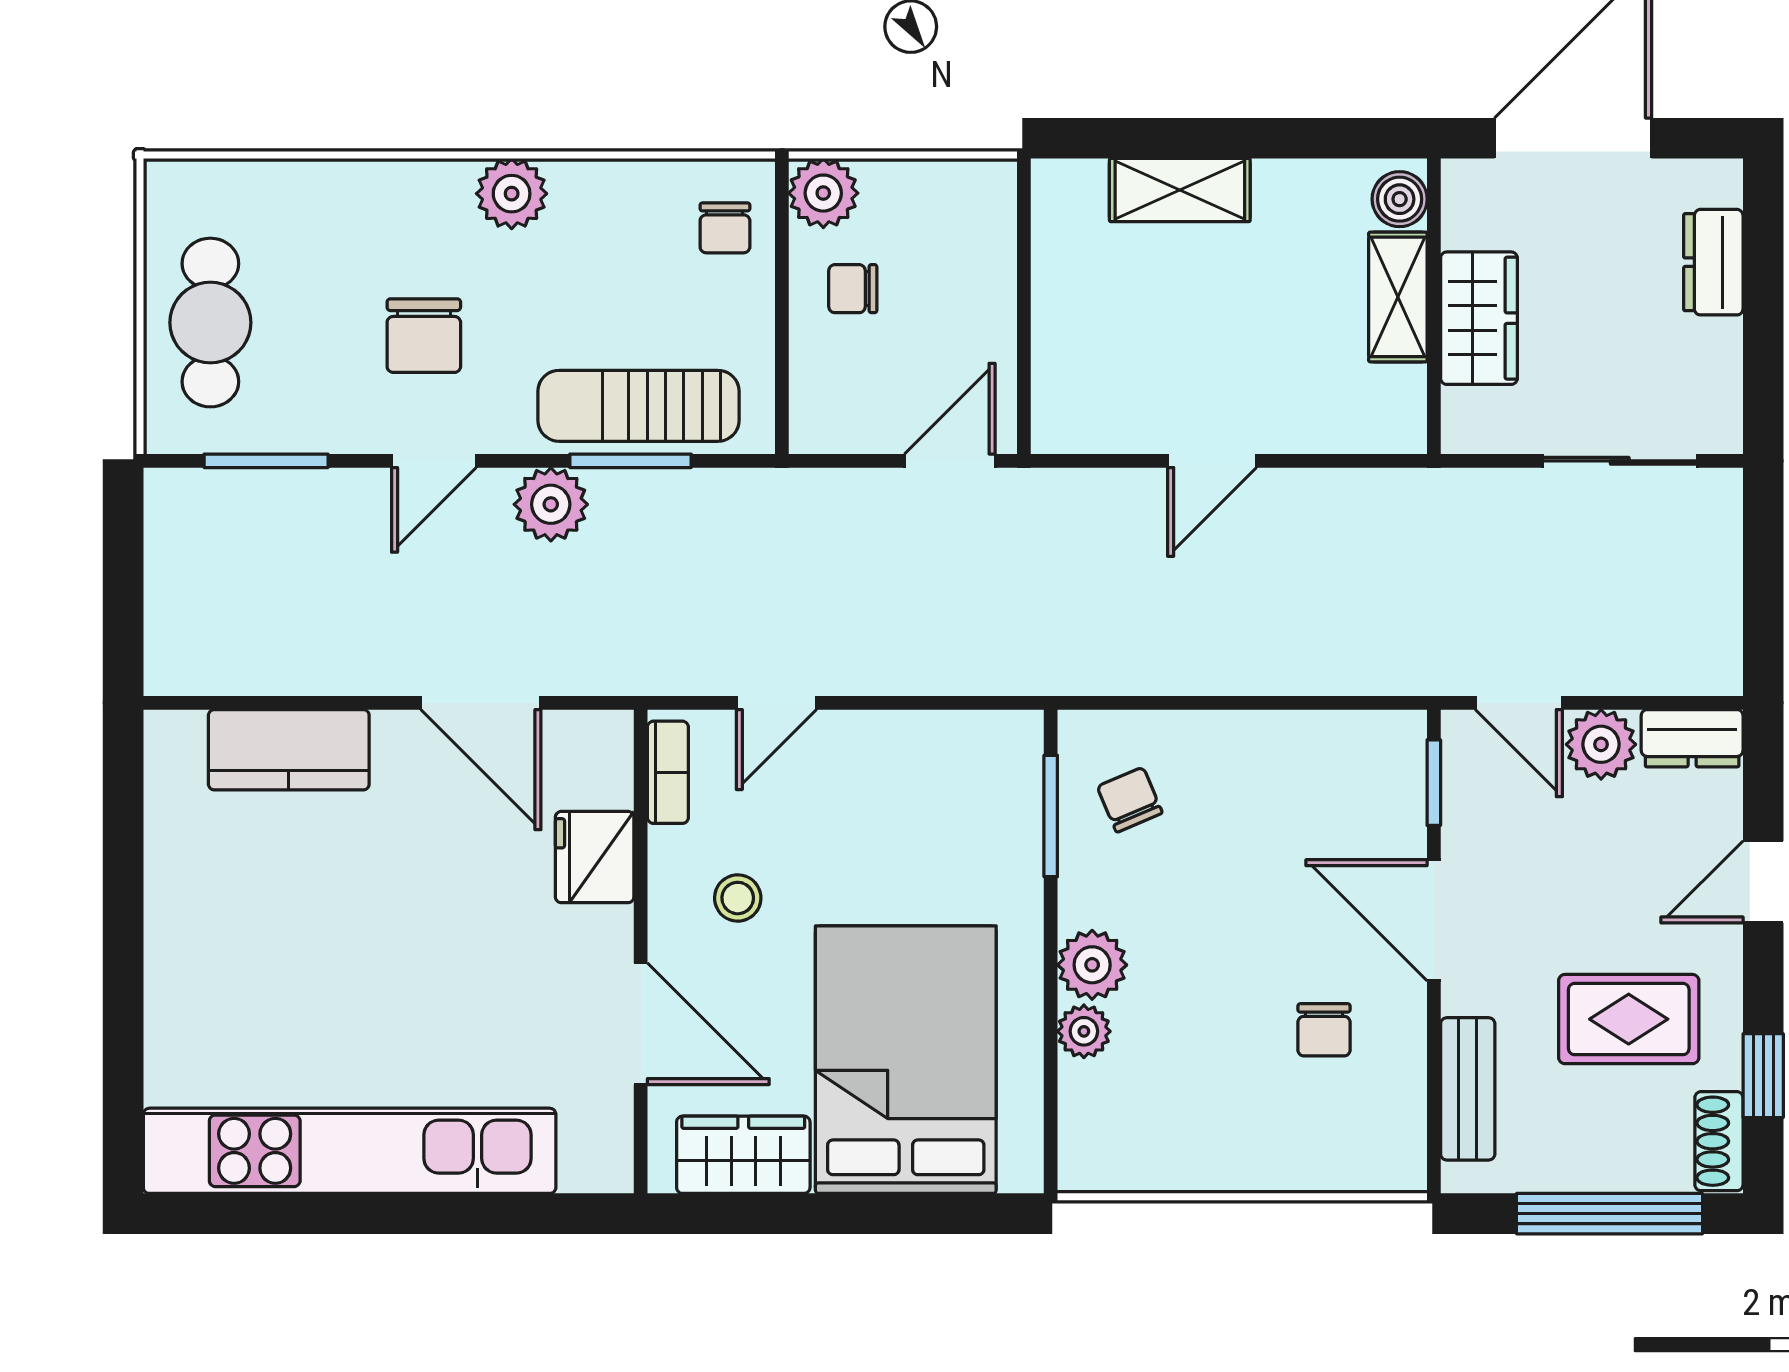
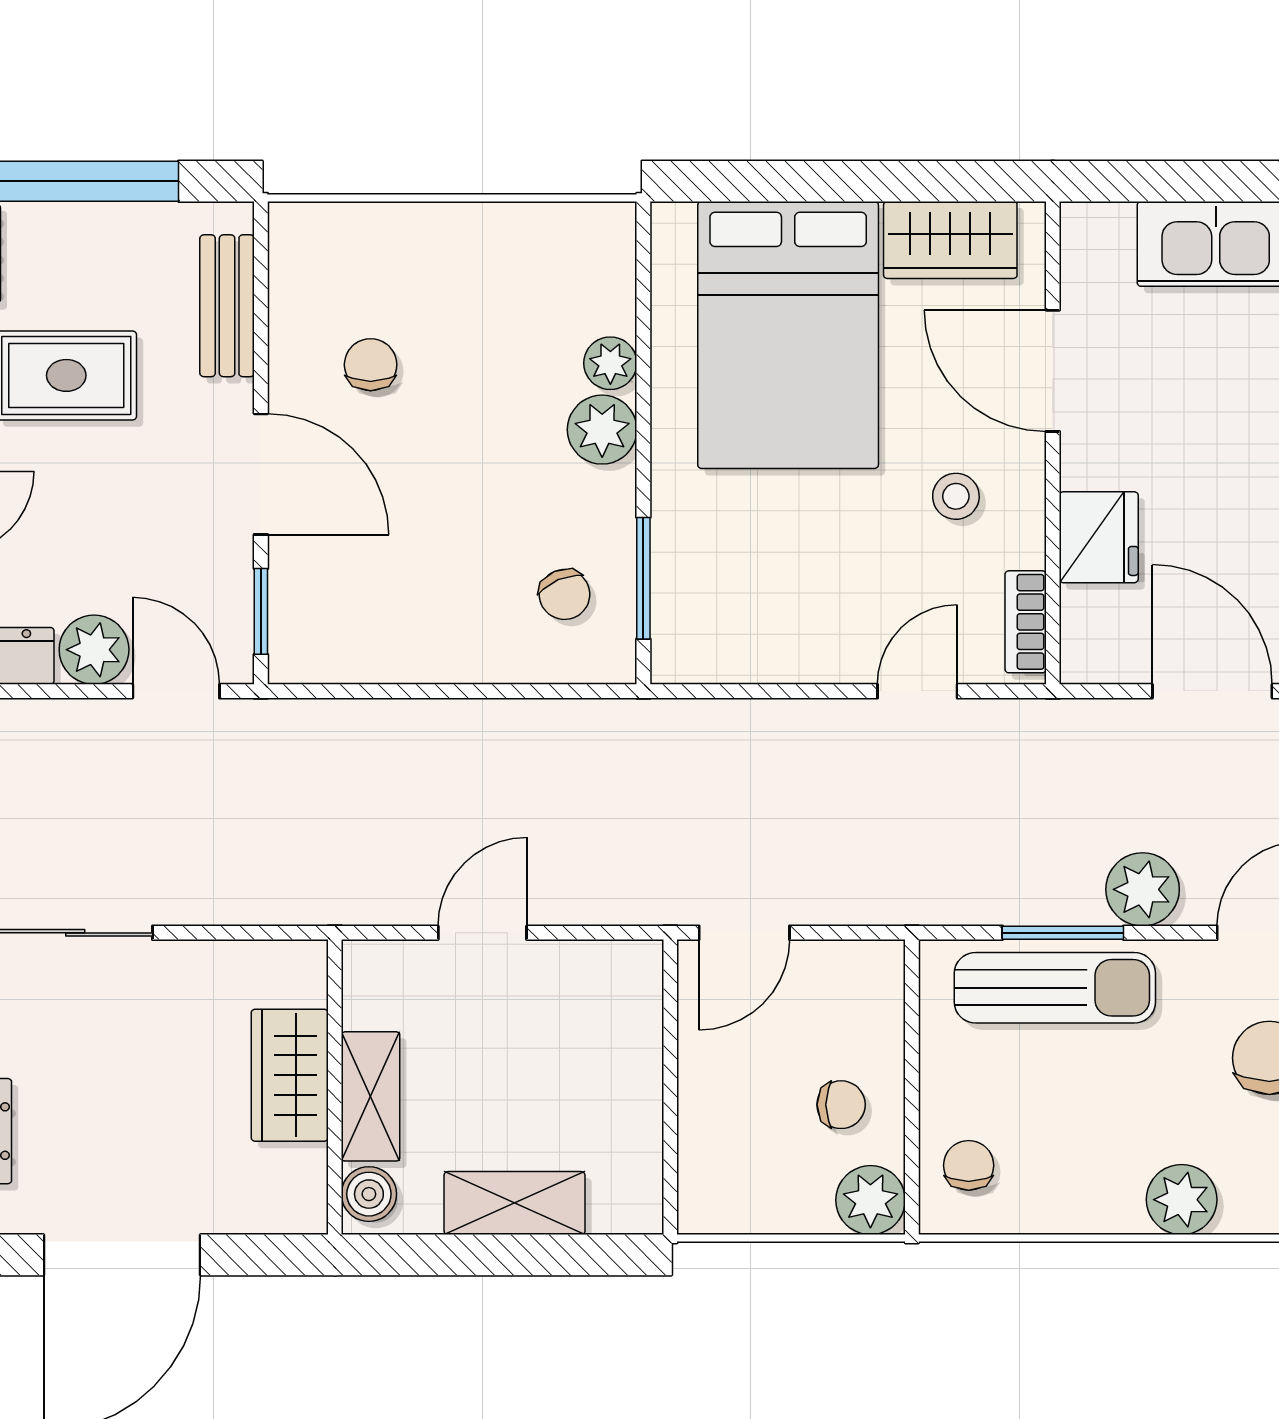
boiler: (1400, 199) -> (369, 1194), moved
shelving: (1398, 297) -> (371, 1096), moved
wall: (1434, 306) -> (335, 1087), moved
wardrobe: (1479, 318) -> (290, 1075), moved

